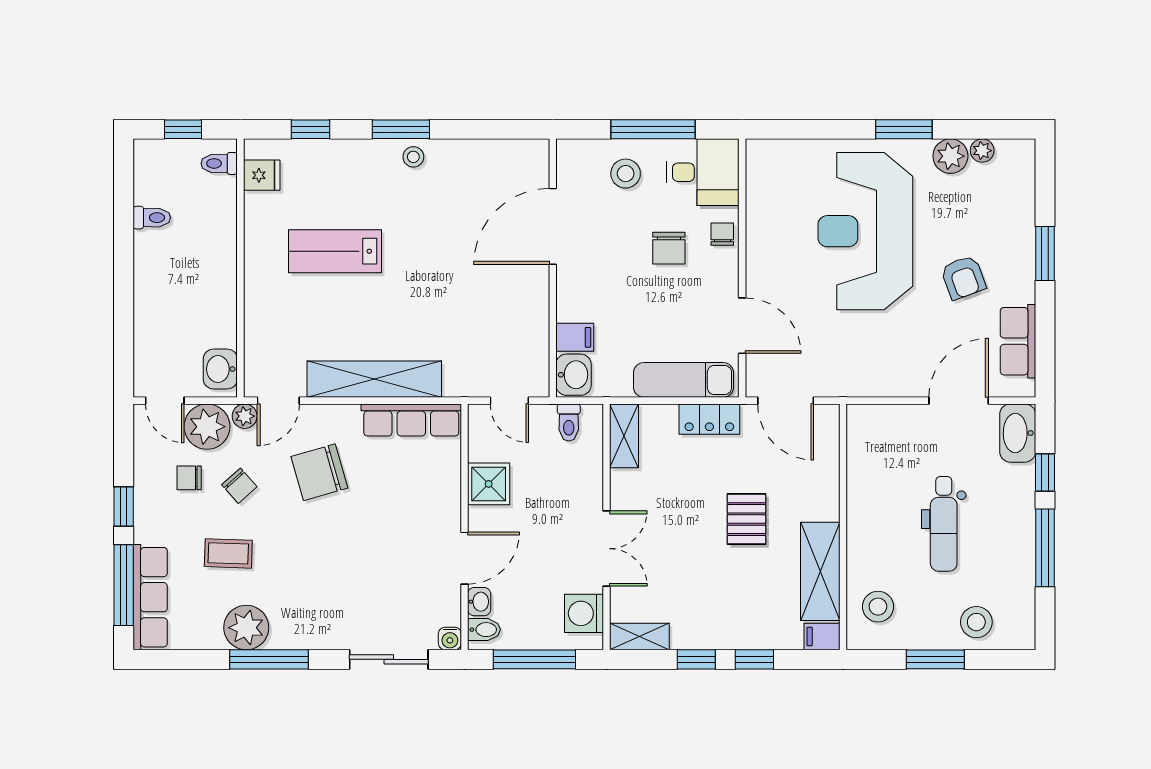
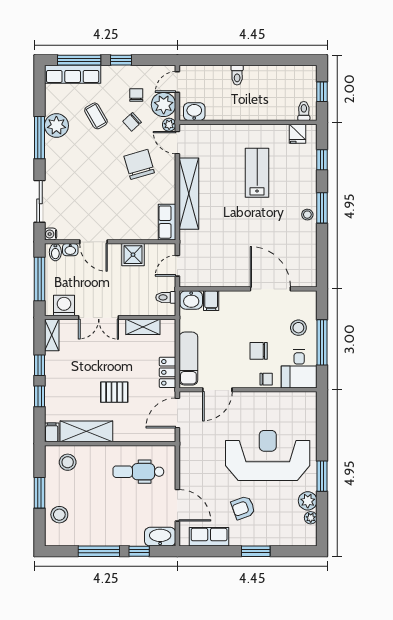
toilet: (152, 218) -> (237, 75), moved
row of seats: (411, 420) -> (167, 222), width x0.68
shelving: (624, 436) -> (143, 327), moved
dental chair: (944, 524) -> (138, 472), moved
coffee table: (228, 553) -> (96, 116), turned -32

